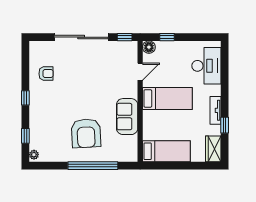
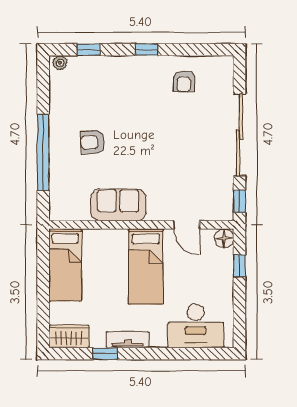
armchair: (86, 133) -> (93, 142), width x0.53, depth x0.53

